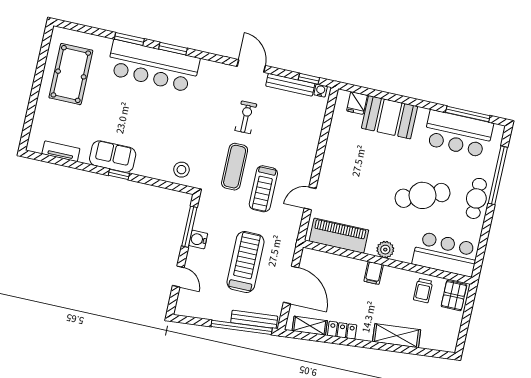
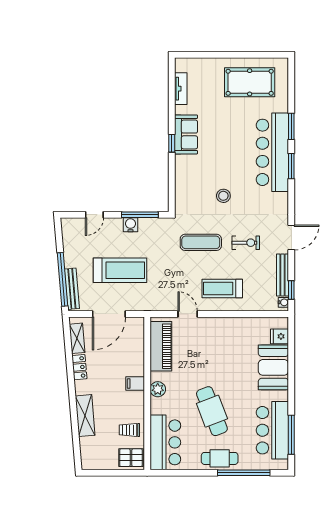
stool: (181, 170) -> (223, 196), moved
treadmill: (263, 189) -> (222, 289), moved

